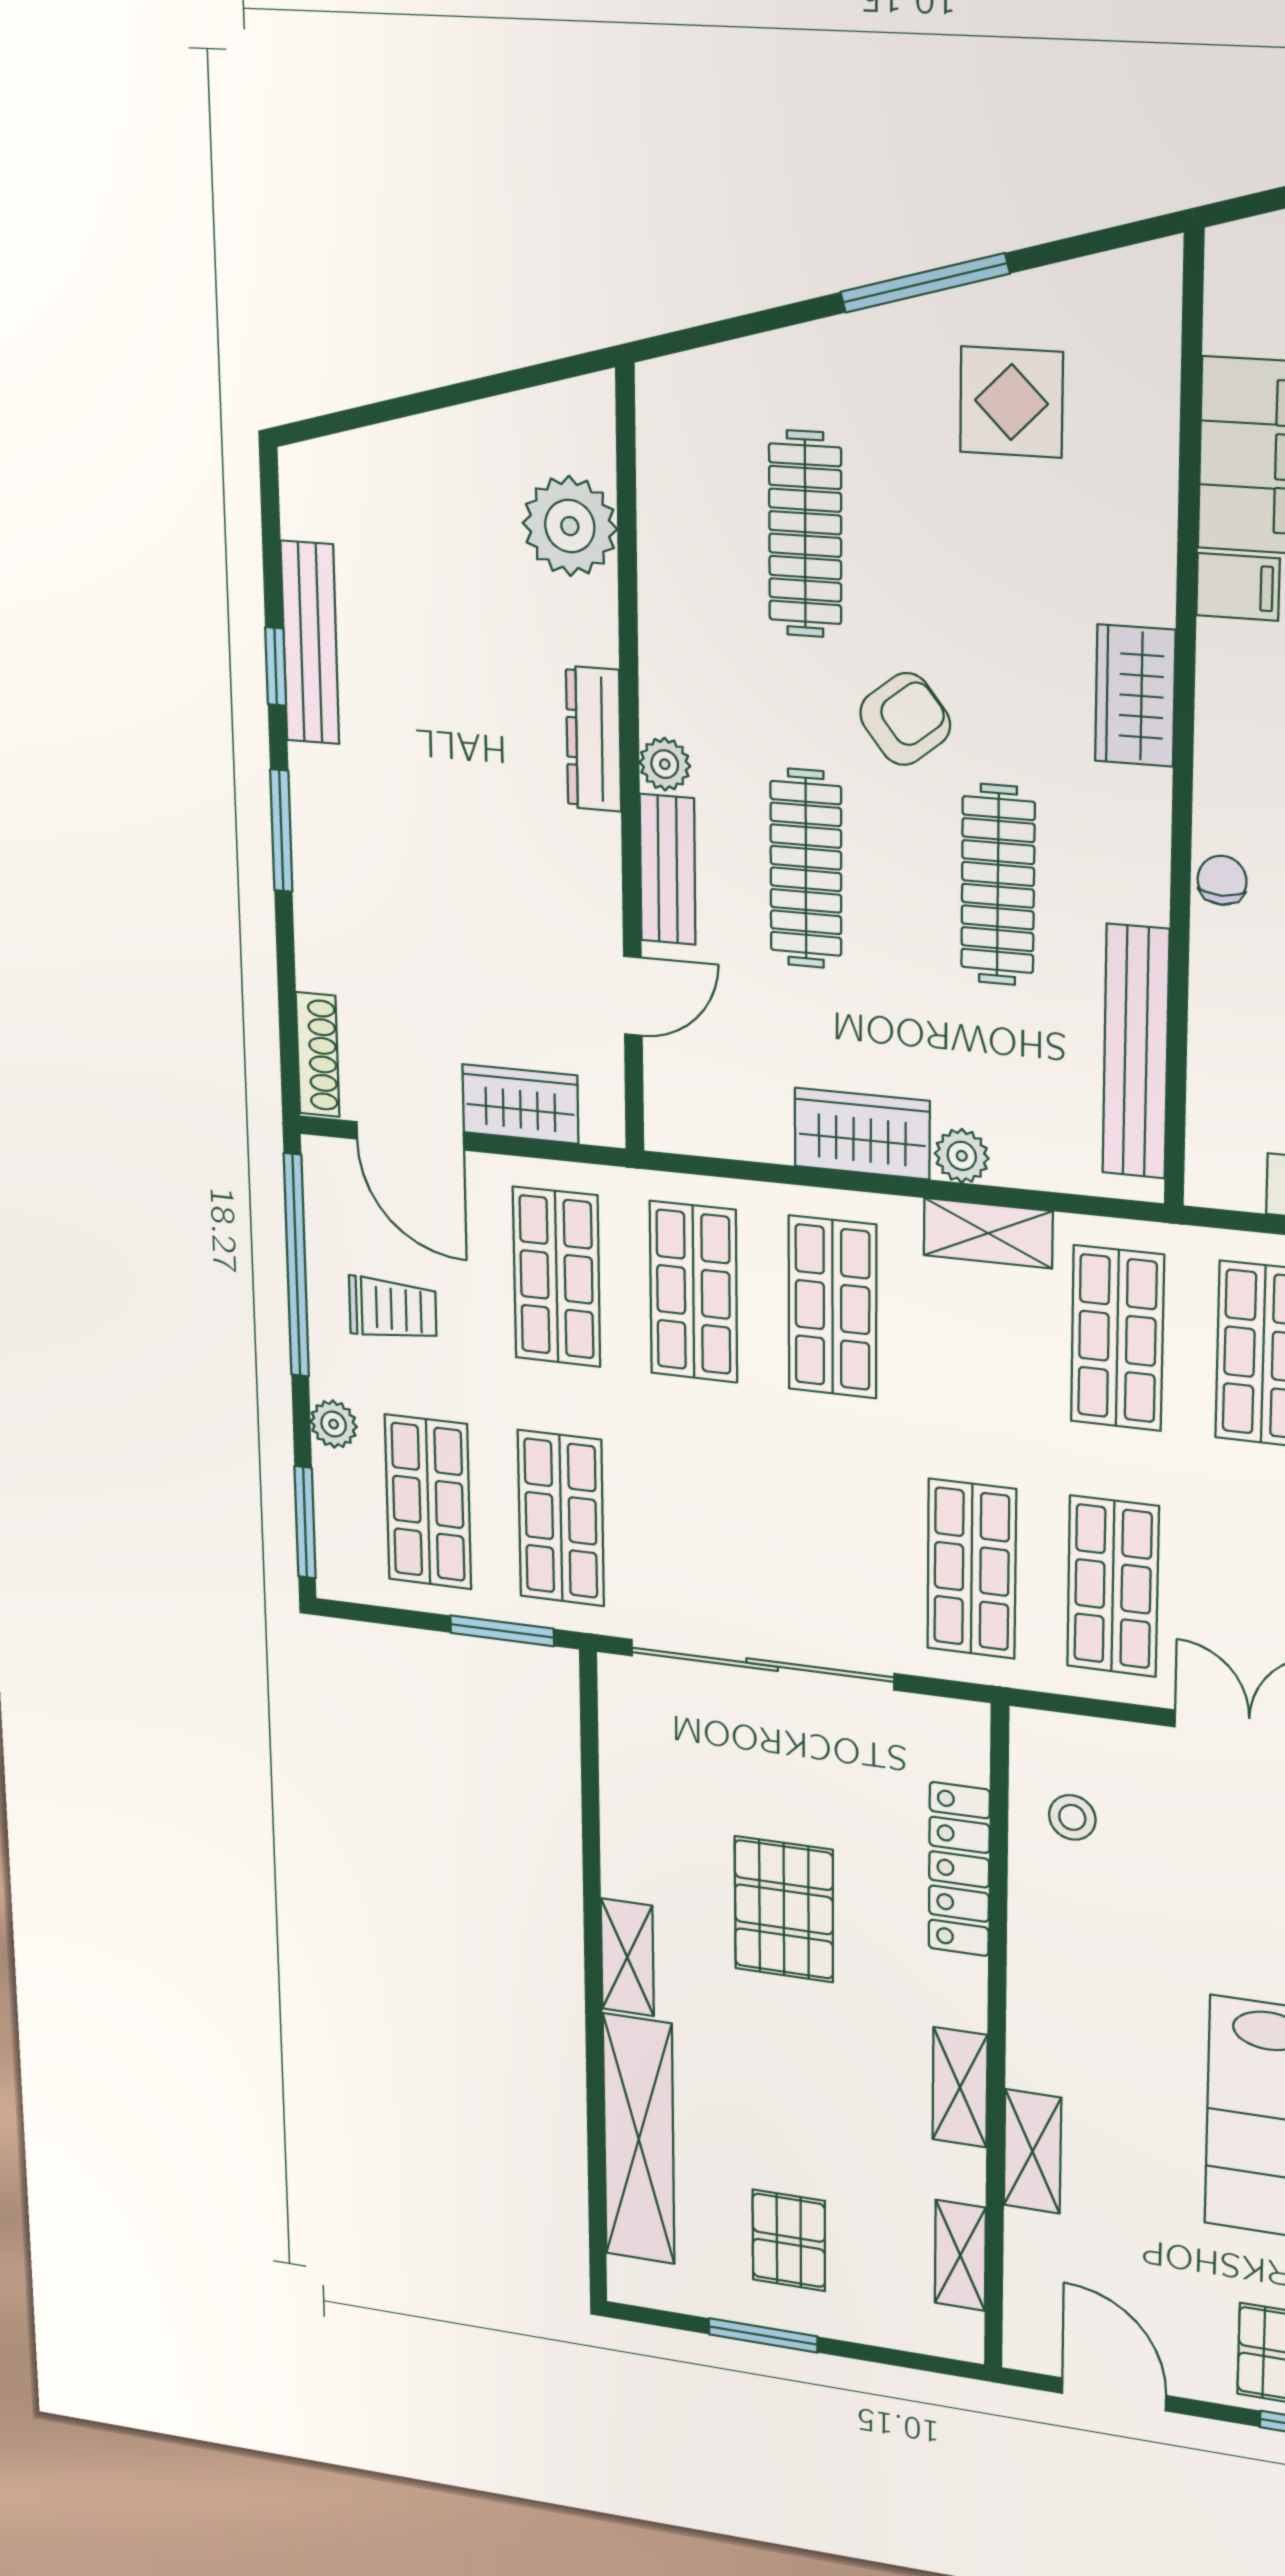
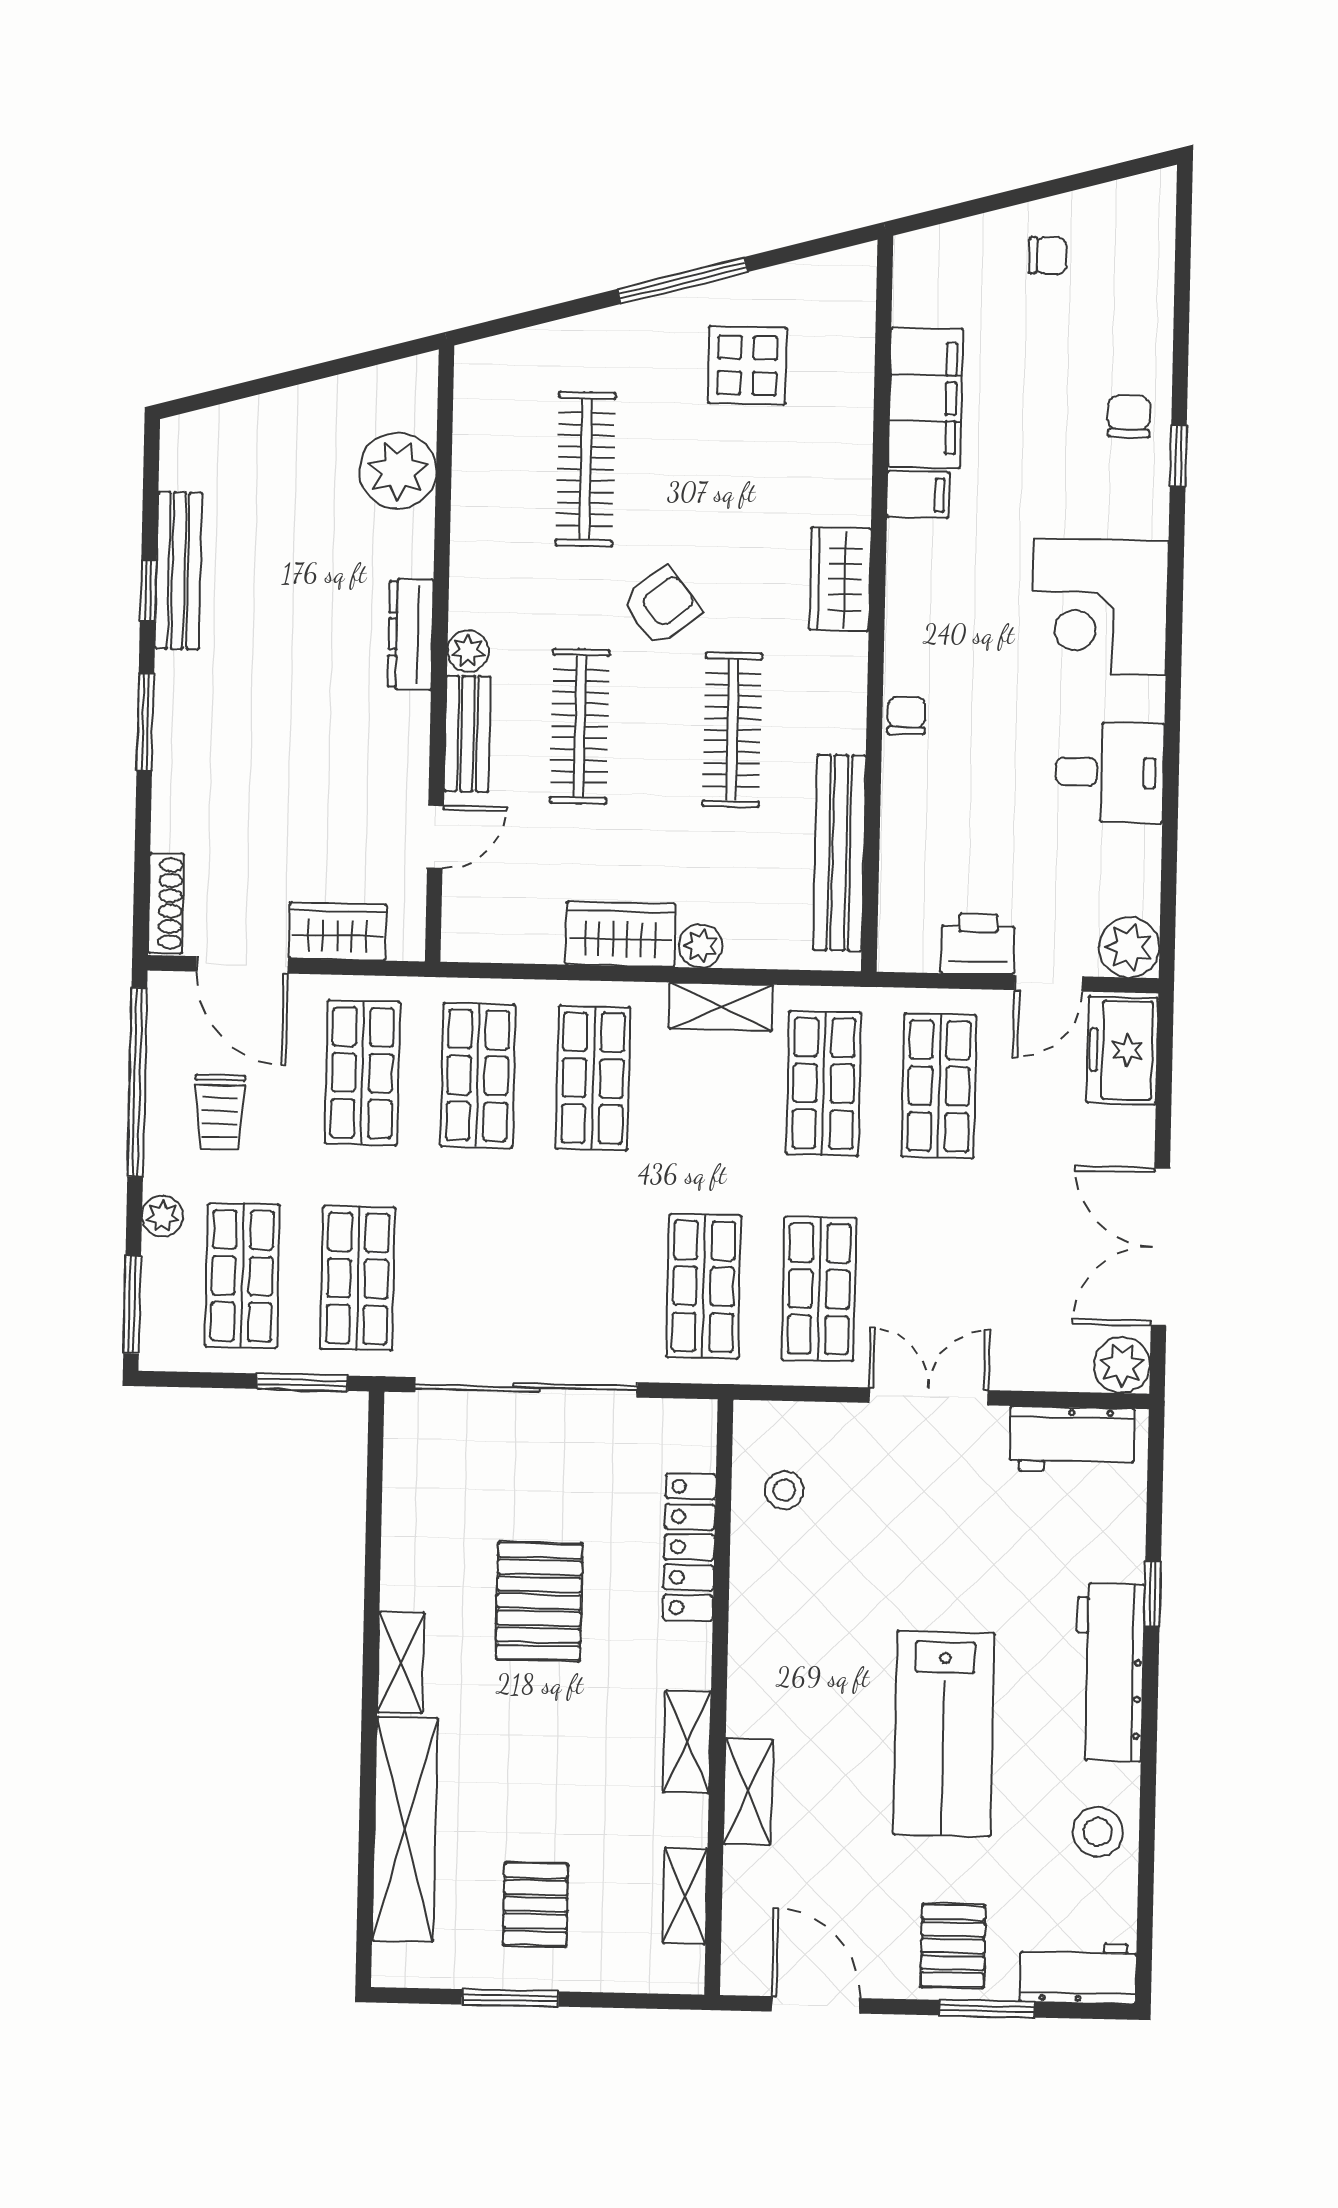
trolley: (393, 1309) -> (220, 1112), turned 90

